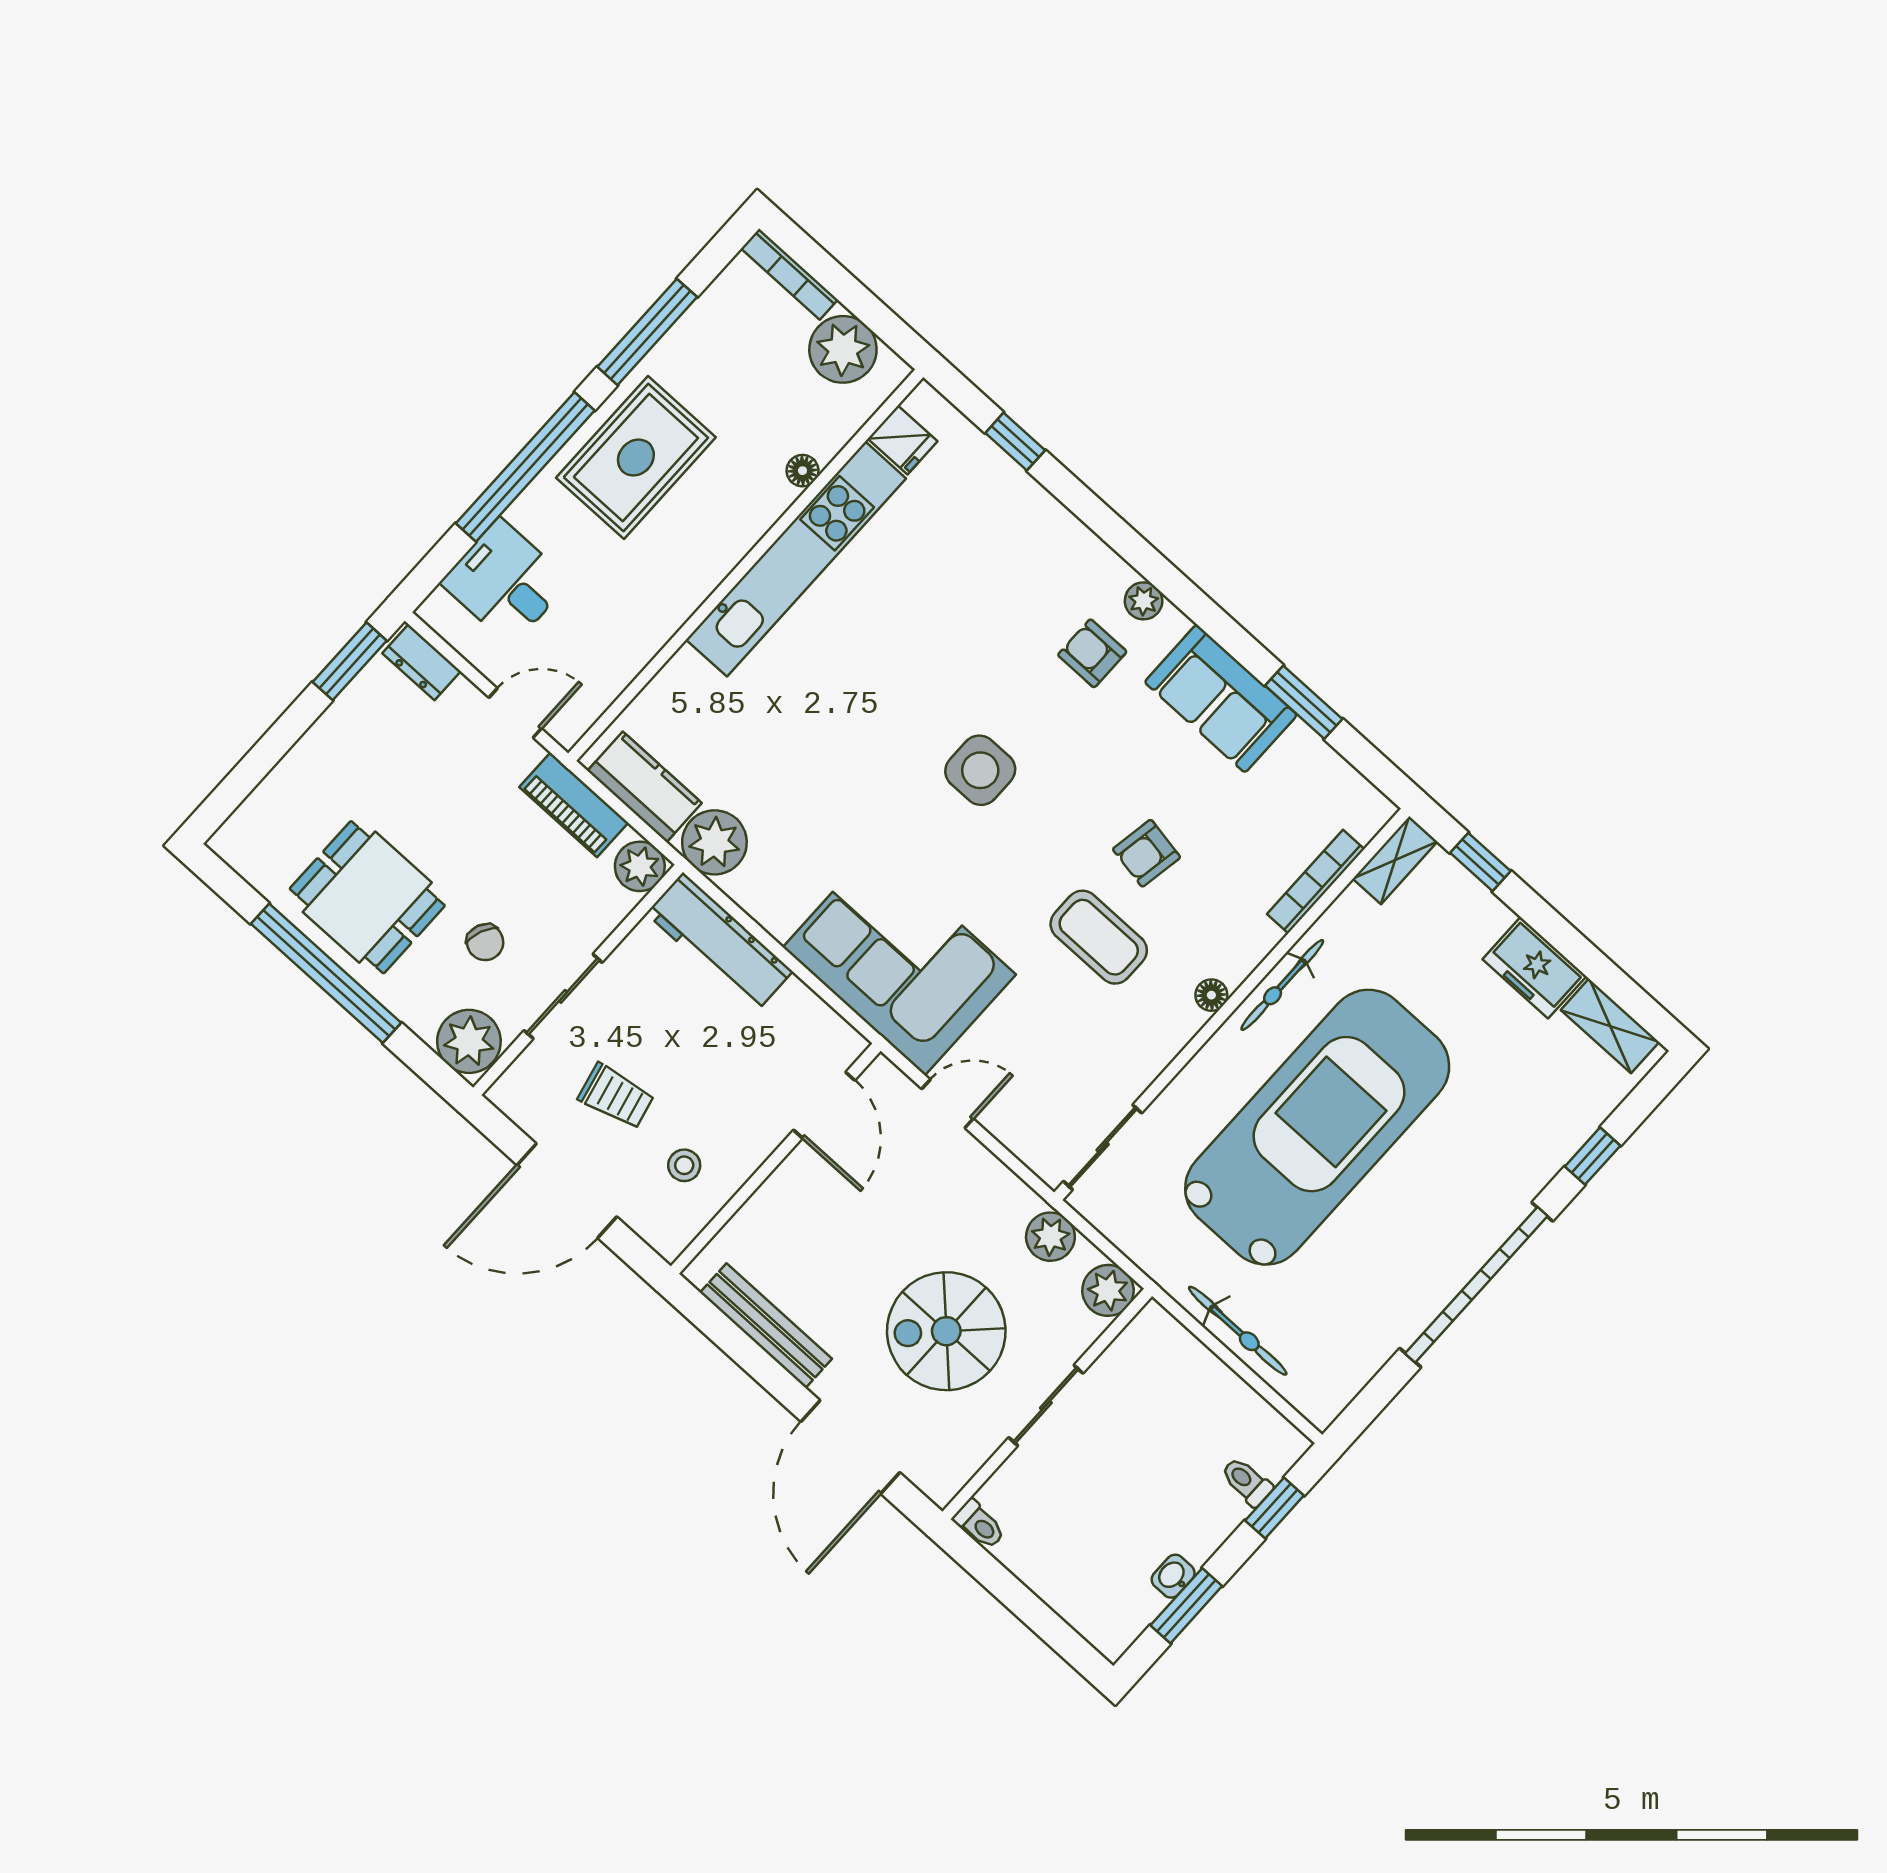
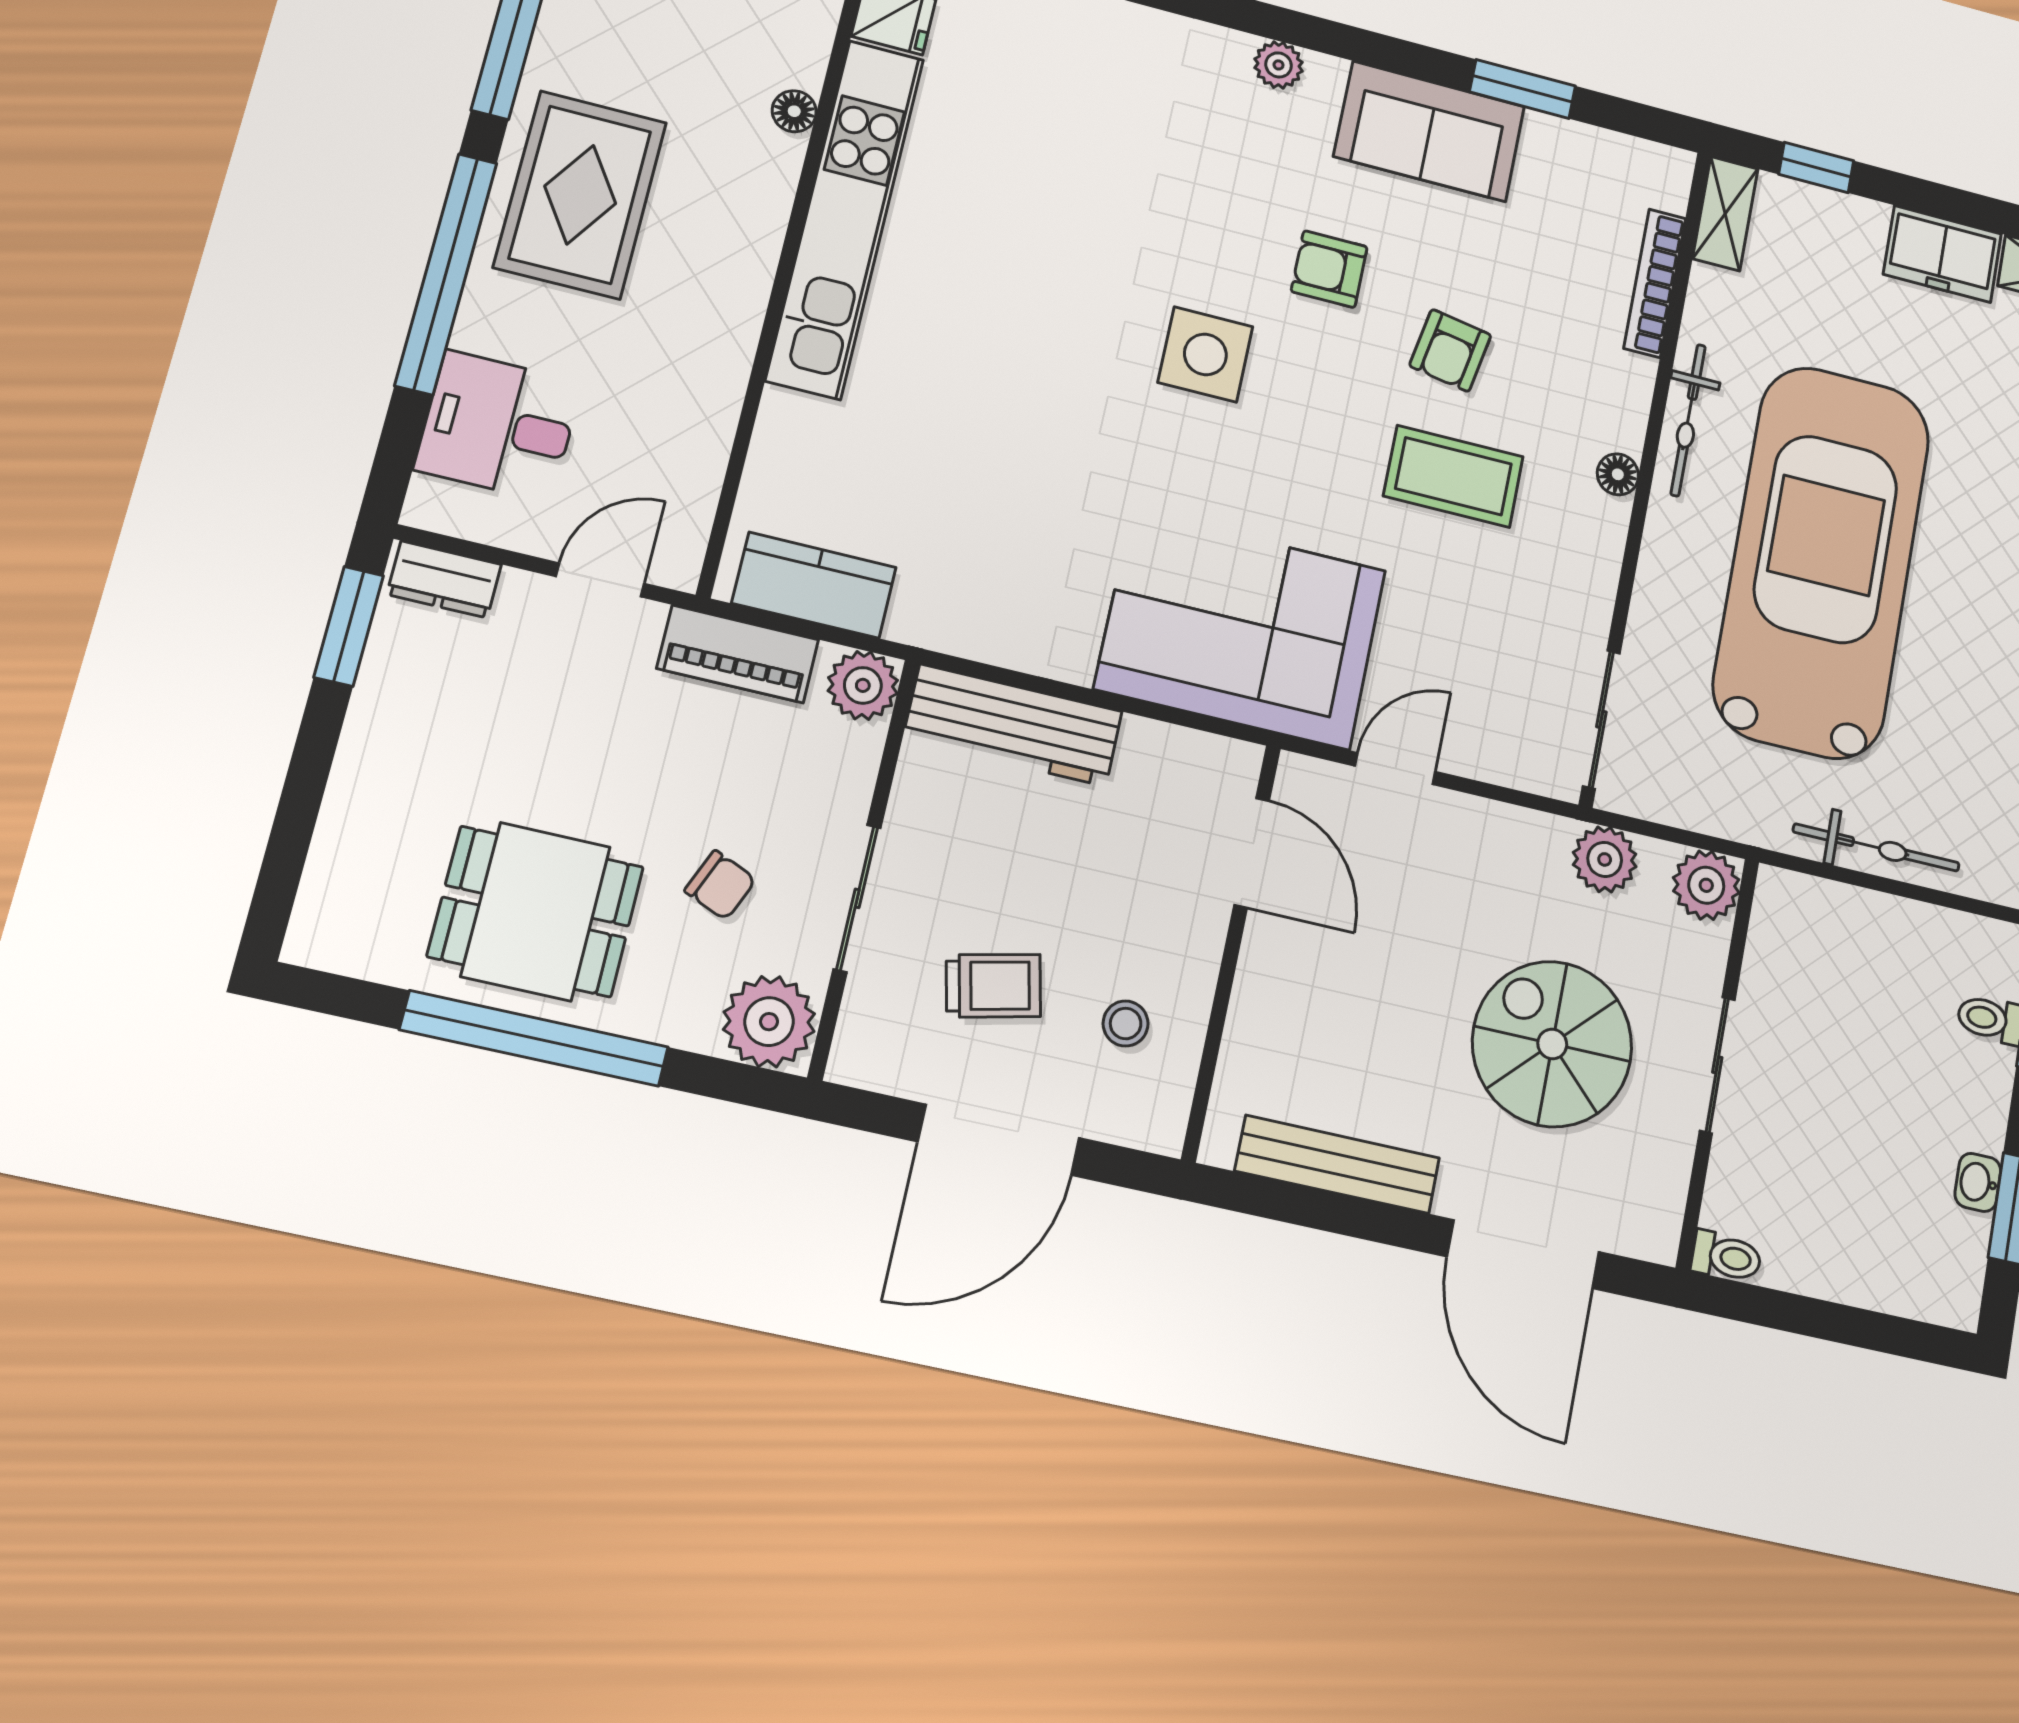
armchair: (1092, 653) -> (1329, 269), moved
plant: (714, 842) -> (938, 607), removed
spiral stairs: (946, 1331) -> (1552, 1044), turned 90

